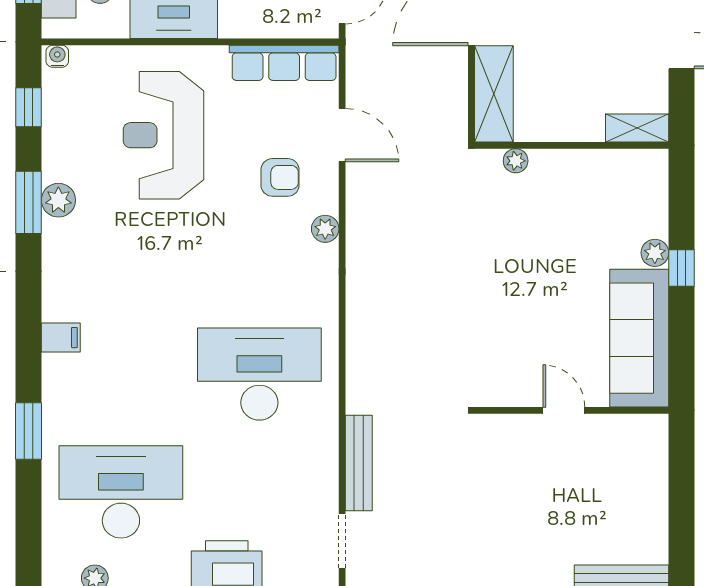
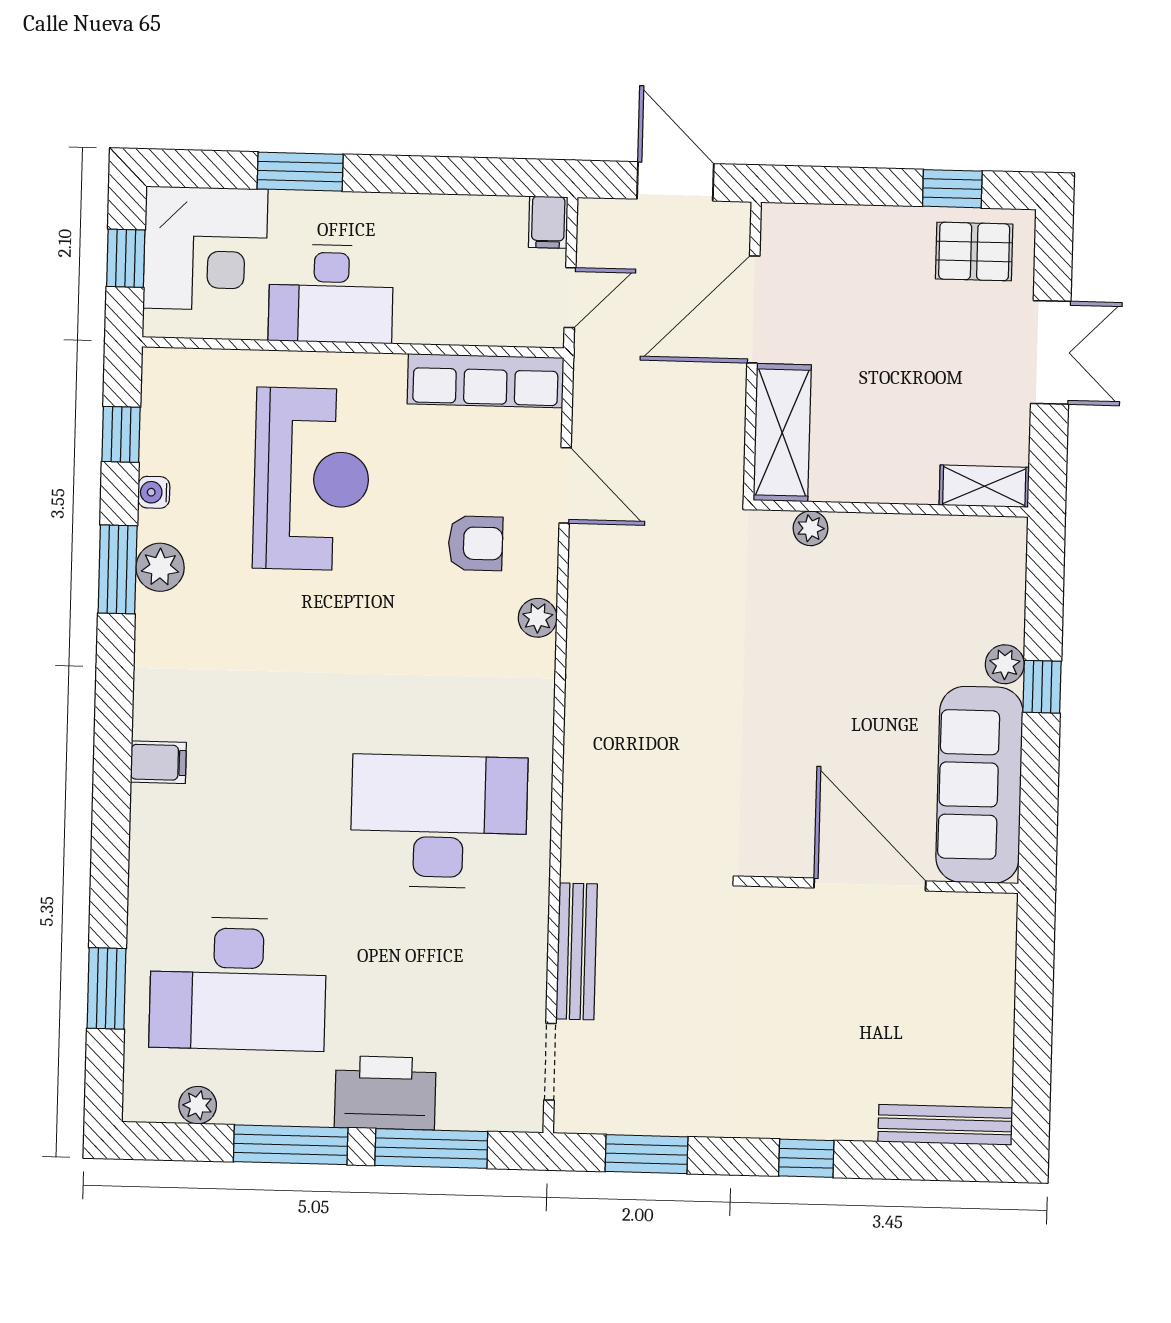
water cooler: (57, 56) -> (154, 492), moved, turned -90
reception desk: (163, 135) -> (311, 479), turned 180
door: (564, 410) -> (870, 884), width x1.88
window: (29, 431) -> (107, 988), moved
desk: (121, 492) -> (238, 984), turned 180

